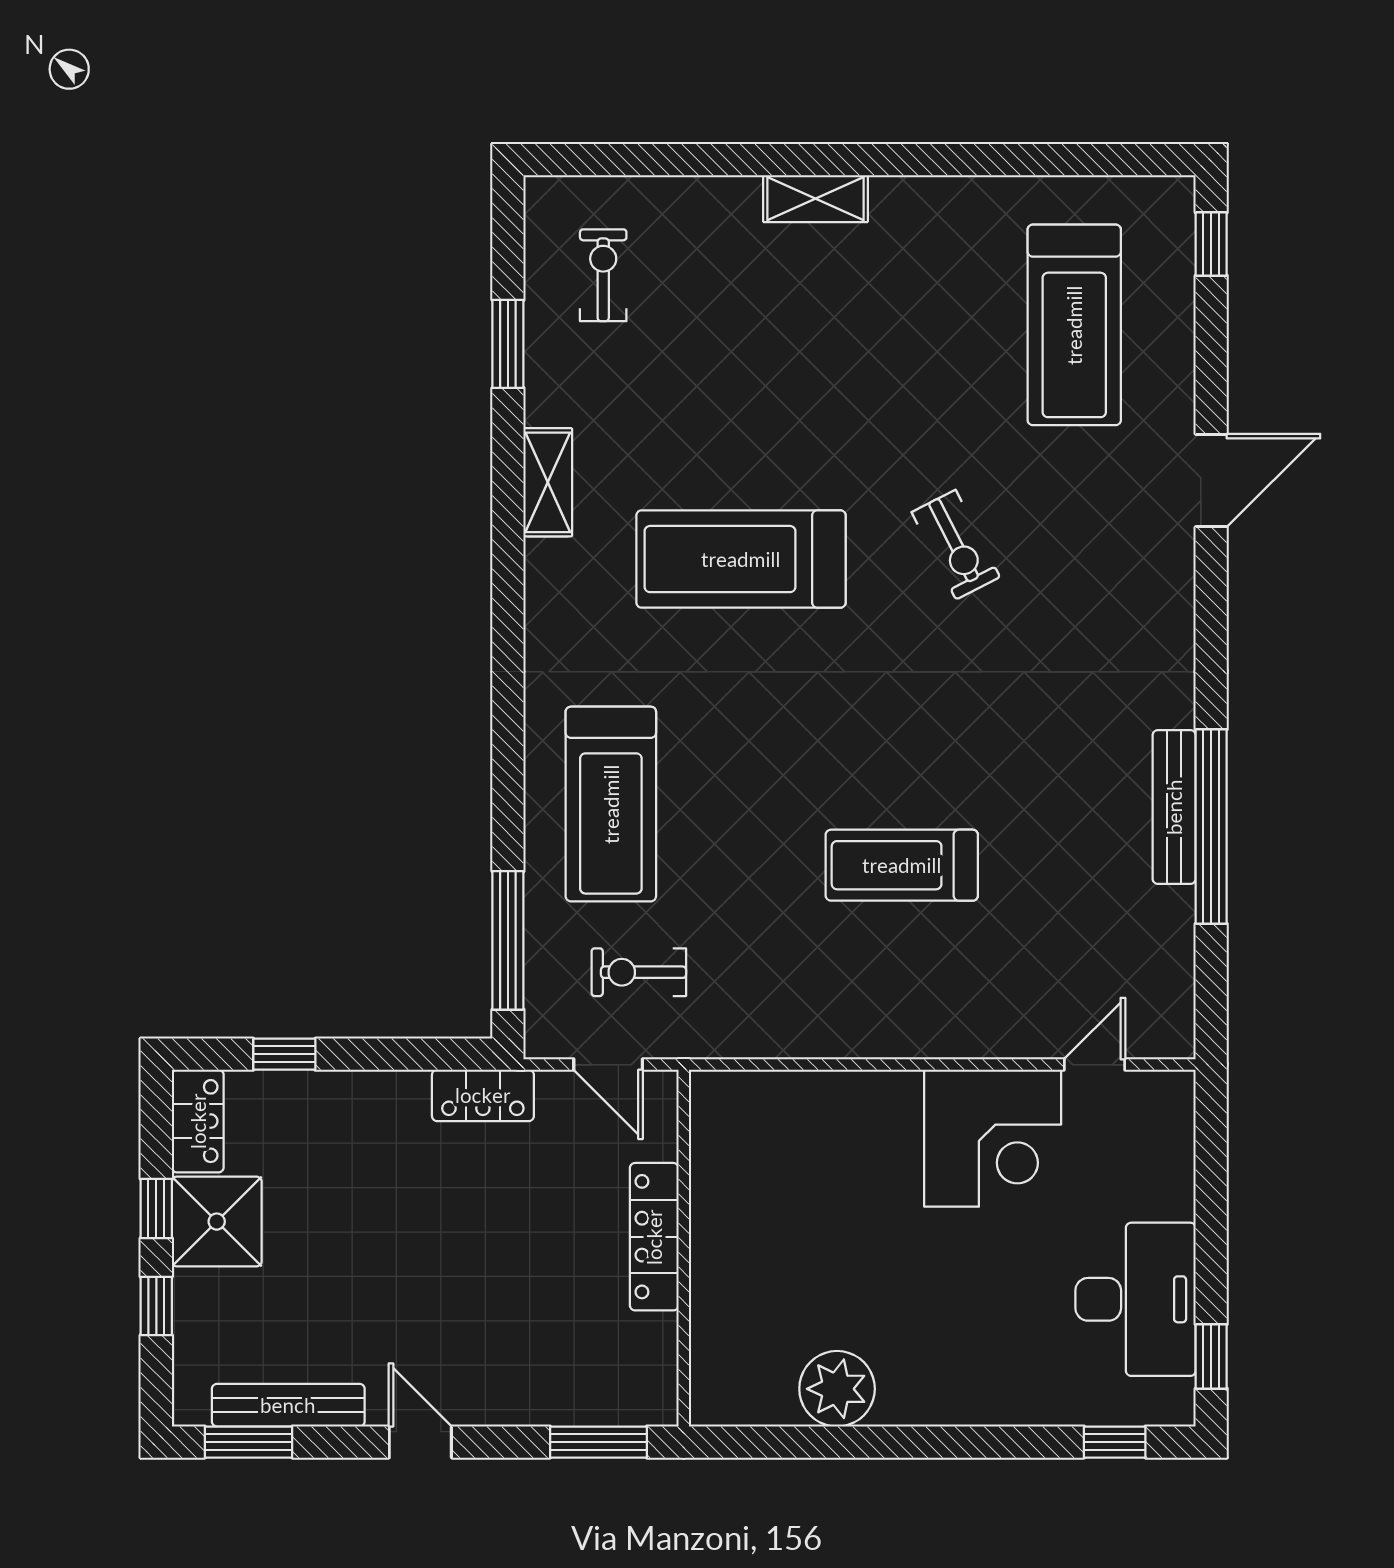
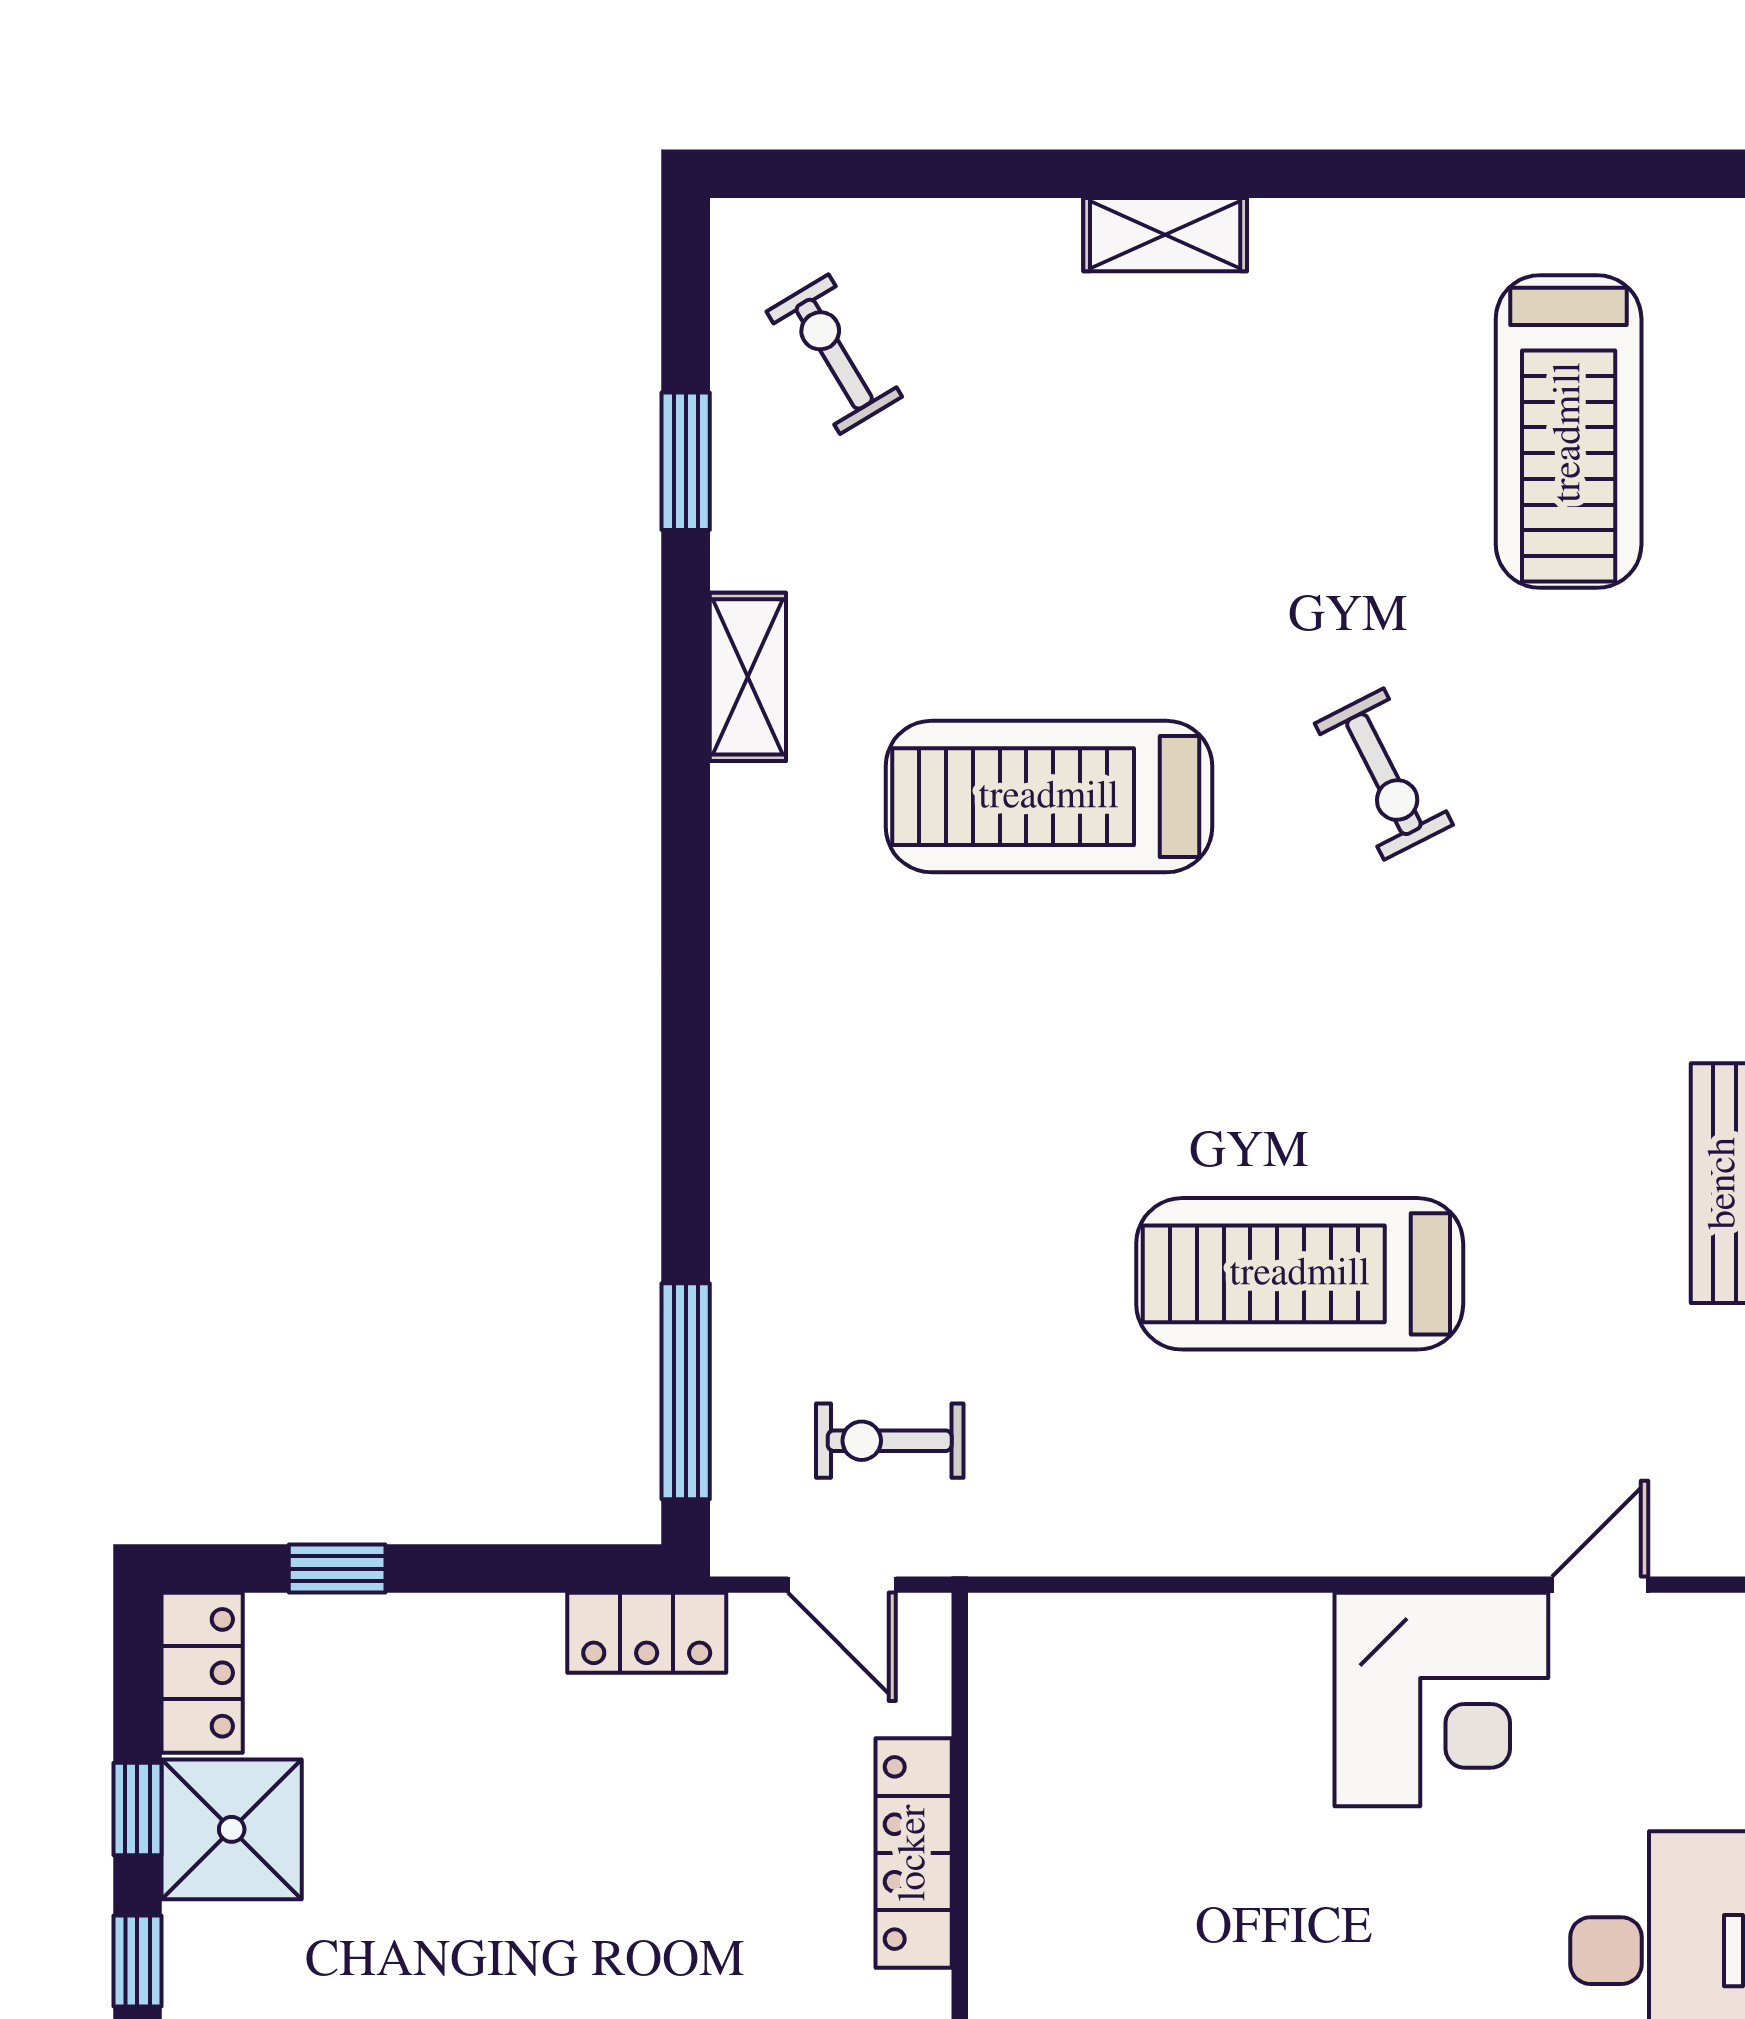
exercise bike: (603, 275) -> (834, 354), turned -31
treadmill: (611, 804) -> (846, 1178), removed
treadmill: (902, 865) -> (1300, 1274), width x1.37, depth x1.38

